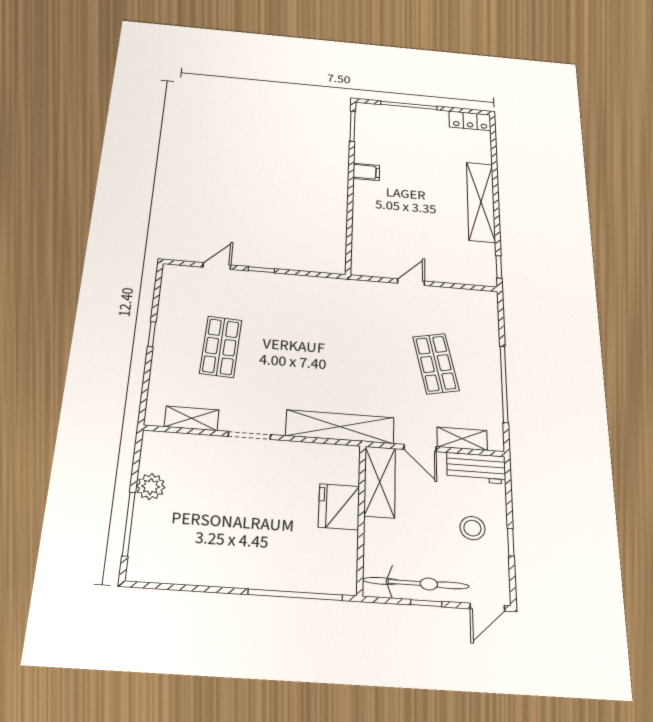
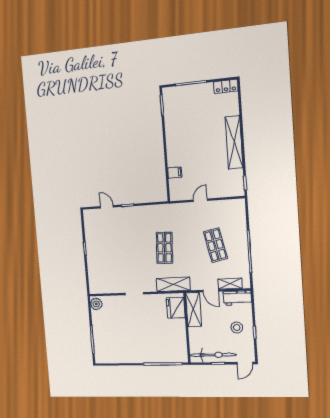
filing cabinet: (366, 172) -> (175, 173), moved
door: (217, 266) -> (107, 207), hinge flipped
shop shelf: (221, 347) -> (164, 248), moved
shelving: (192, 418) -> (109, 288), removed
shelving: (340, 427) -> (173, 284), width x0.68
plant: (151, 487) -> (96, 304), moved
fridge: (339, 507) -> (176, 308), moved

